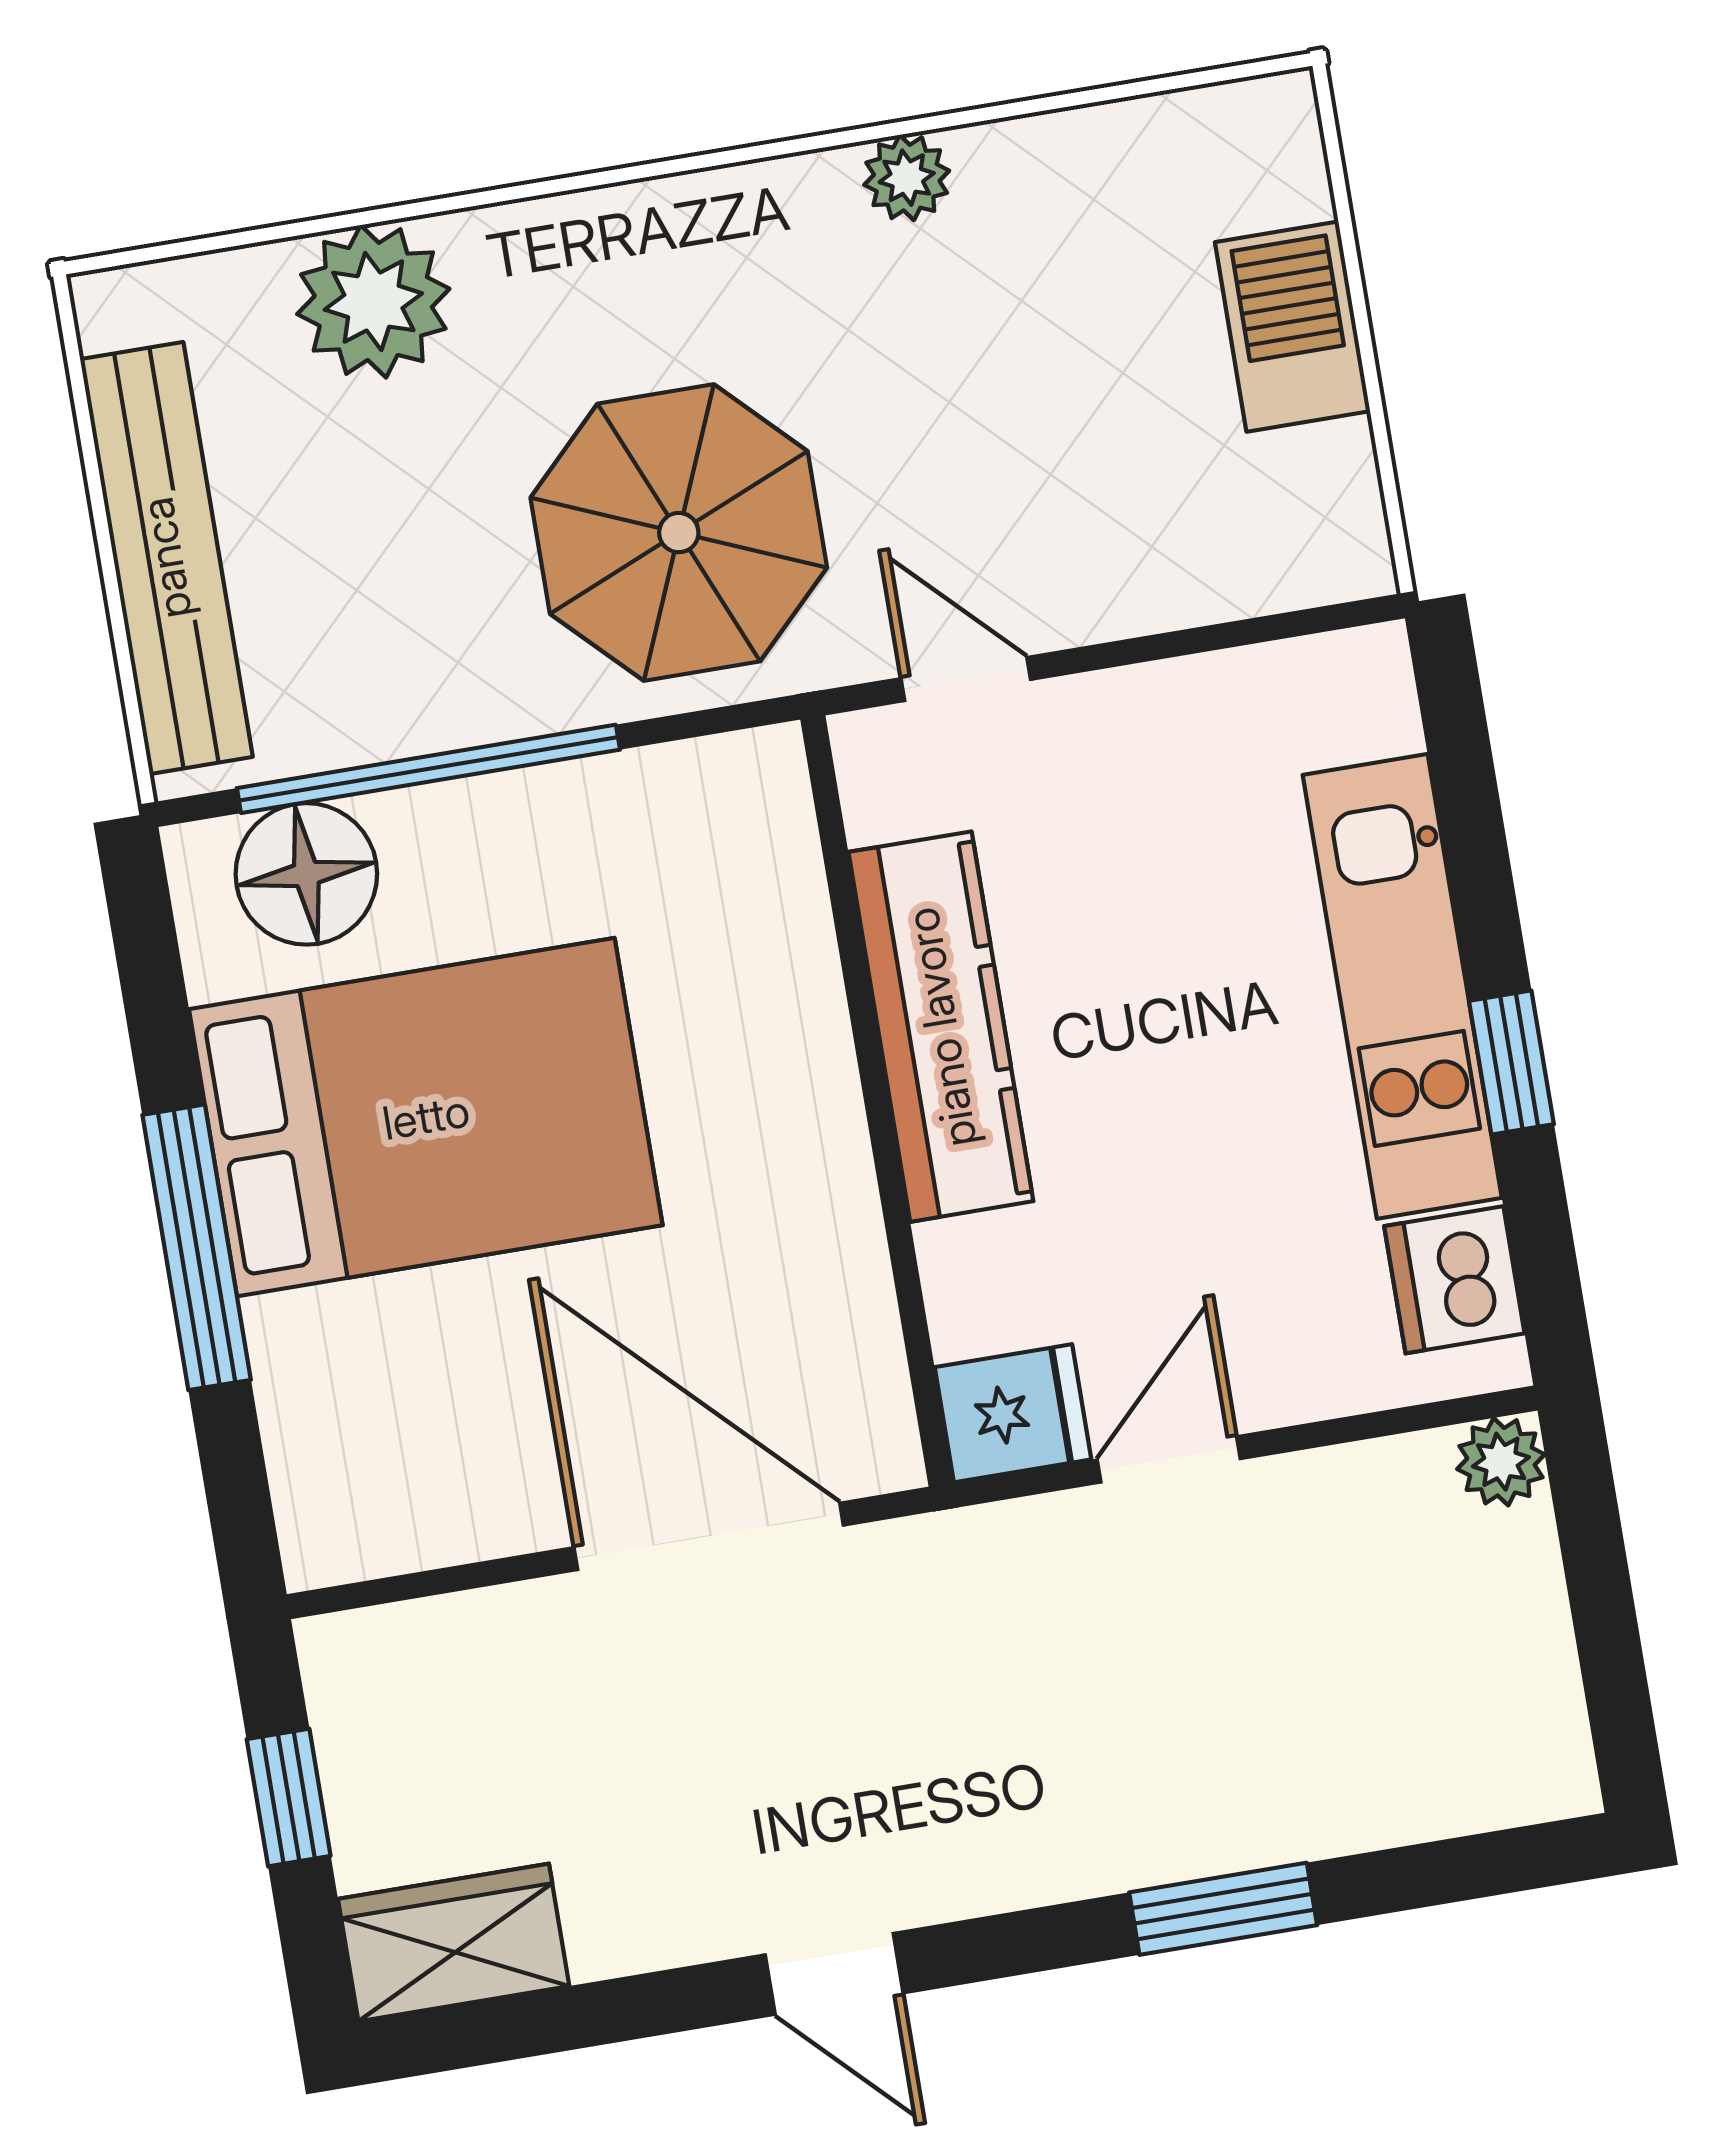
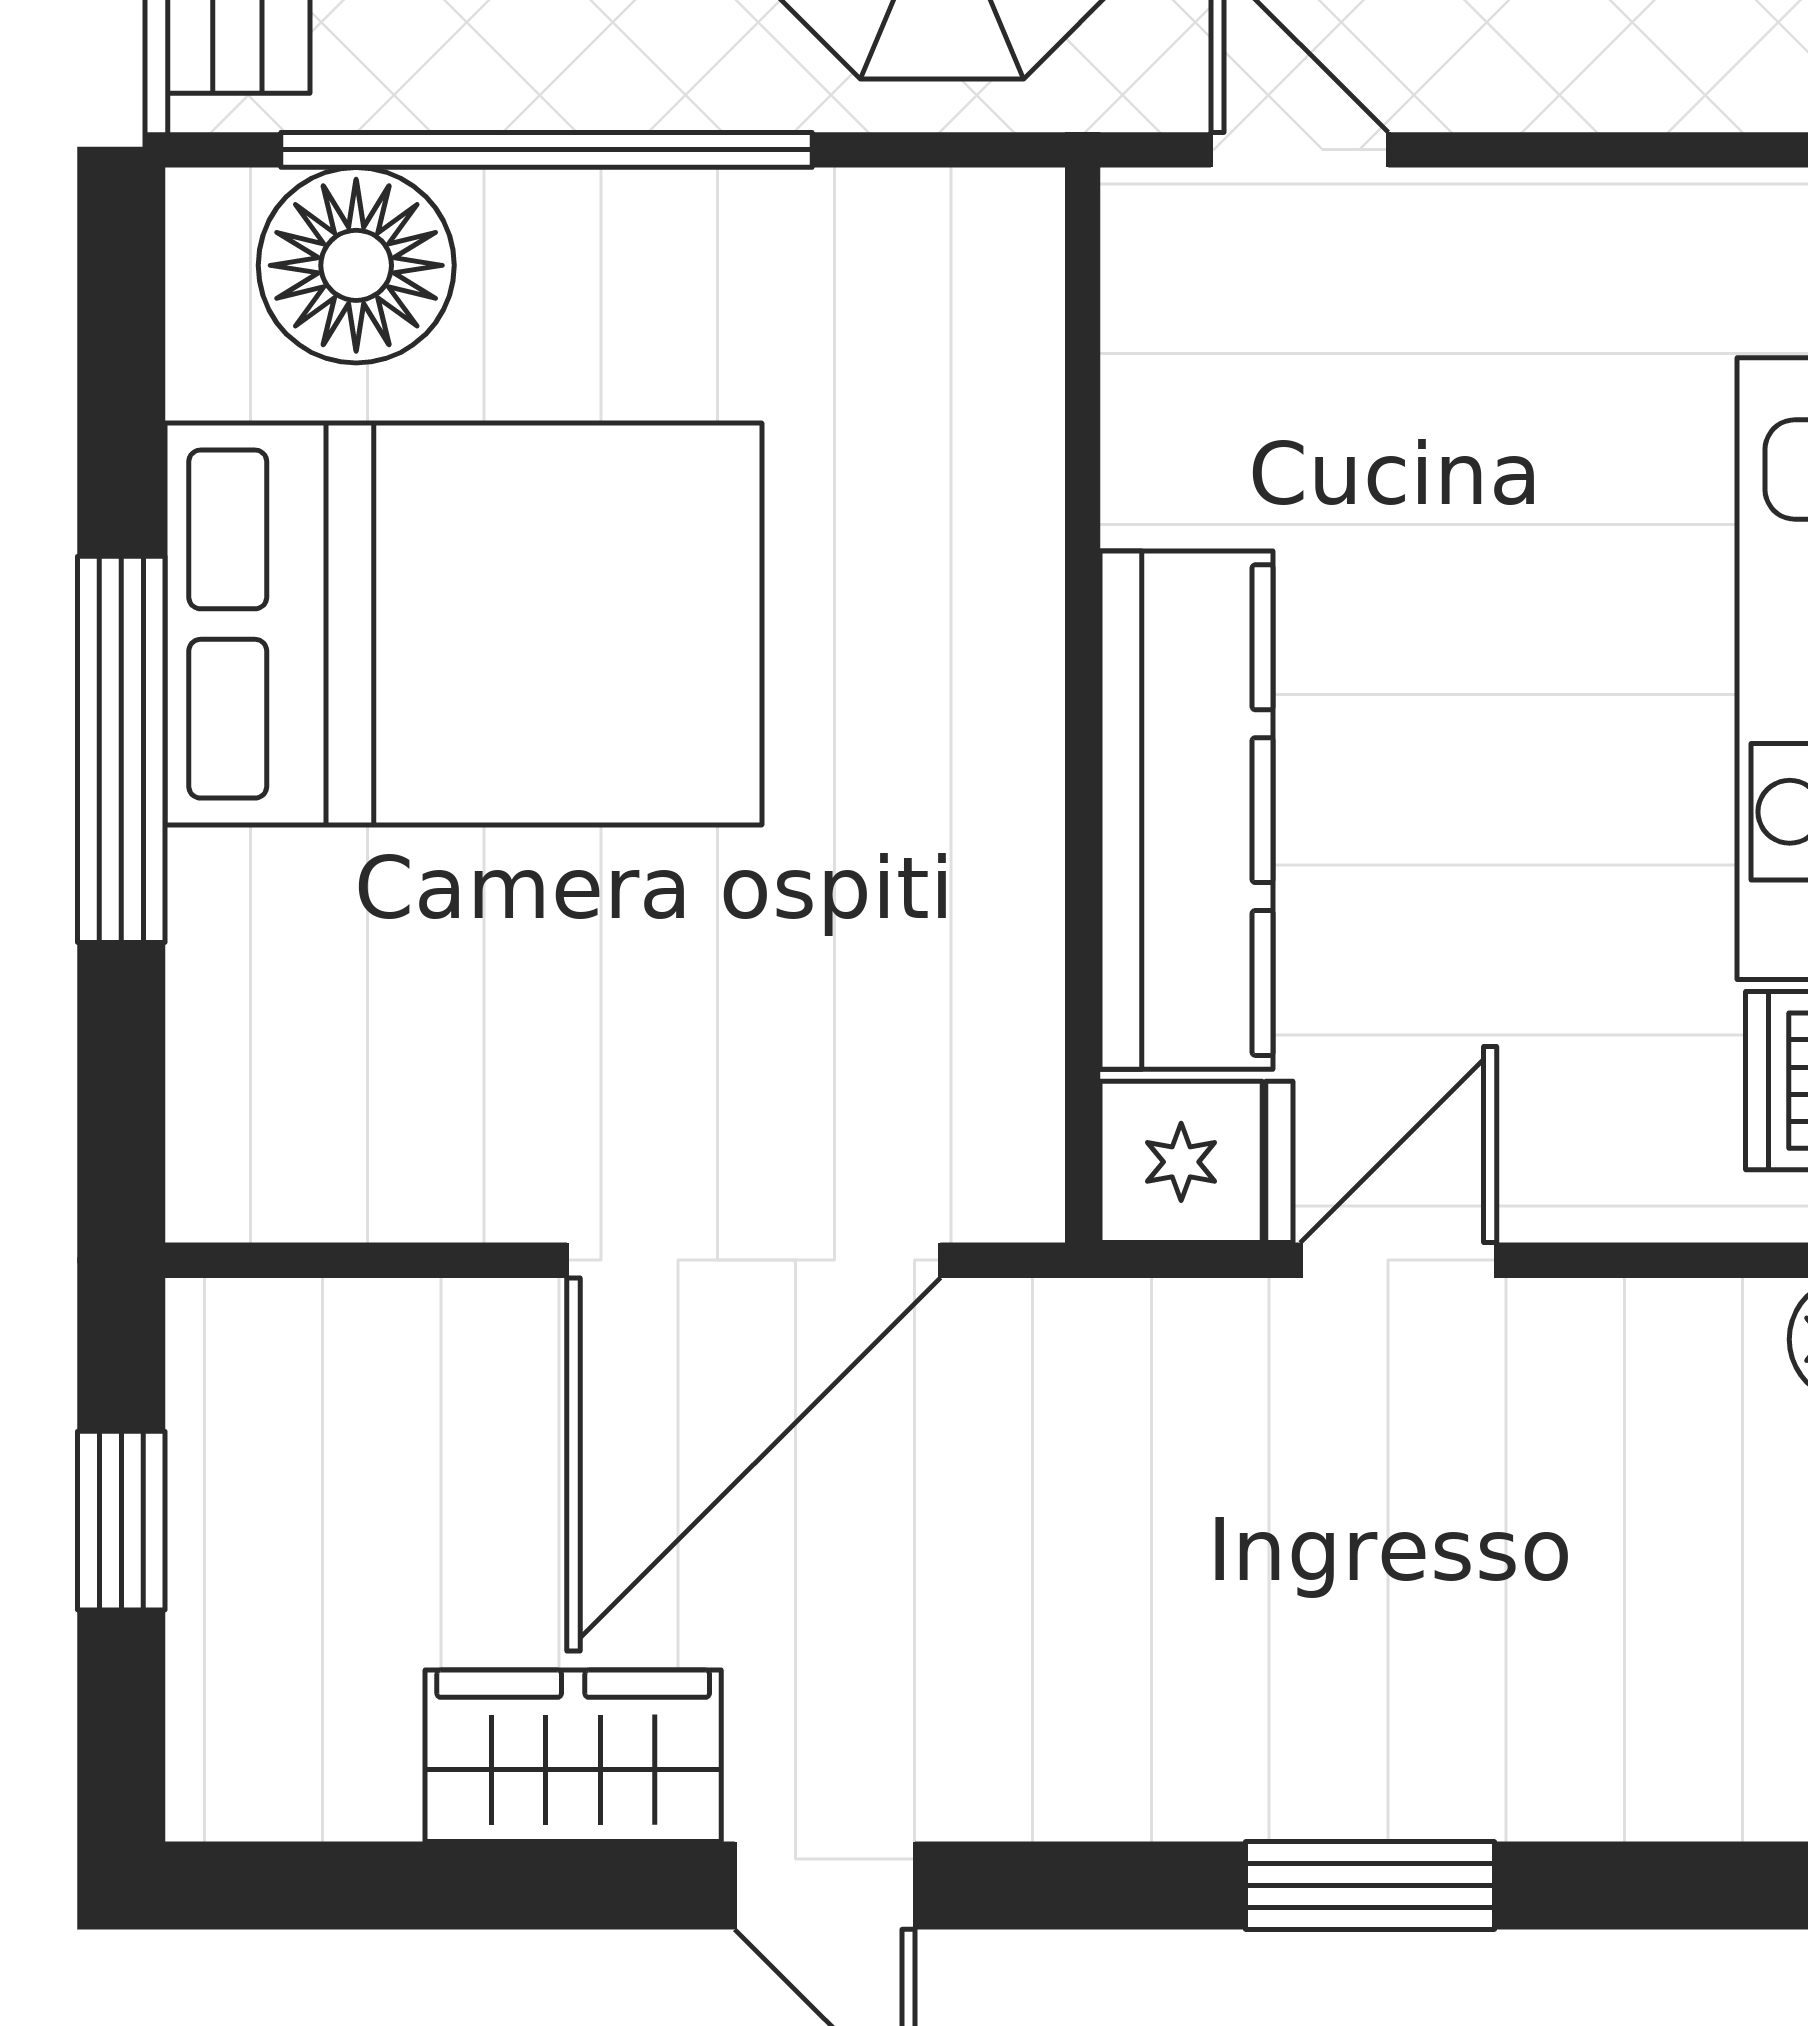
kitchen counter: (941, 1027) -> (1187, 810), moved
door: (709, 1536) -> (754, 1260), swing flipped
wardrobe: (454, 1942) -> (573, 1756), moved

